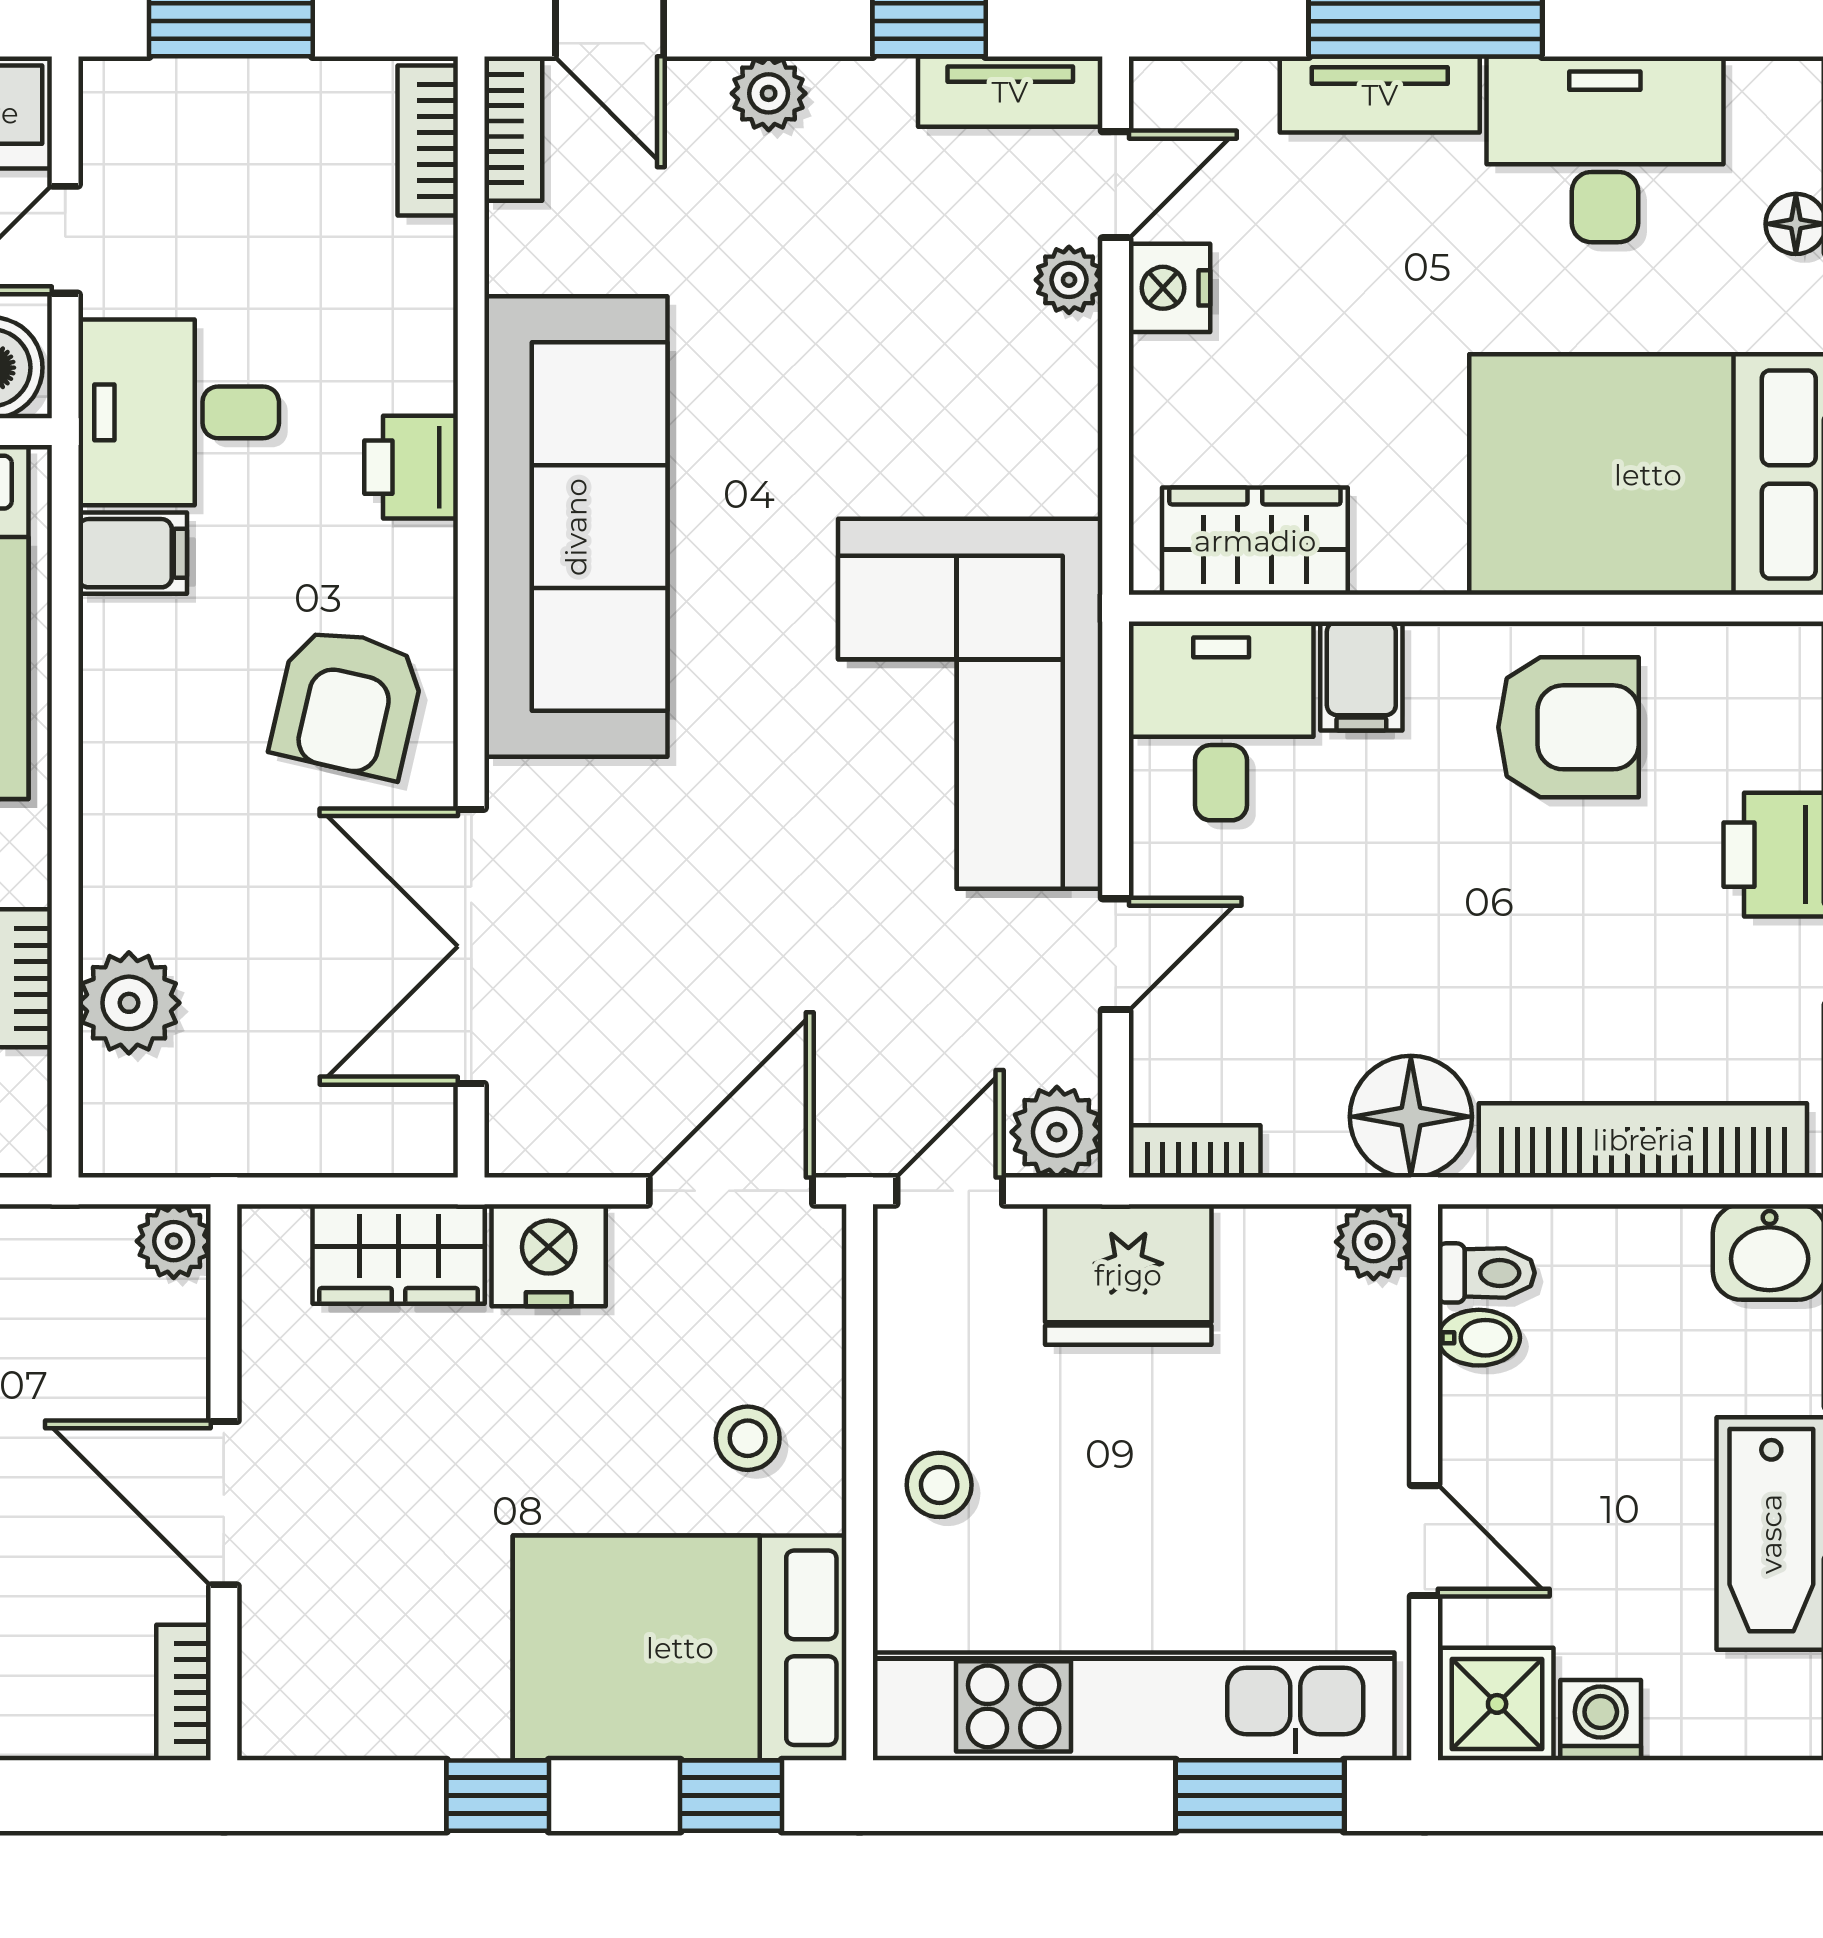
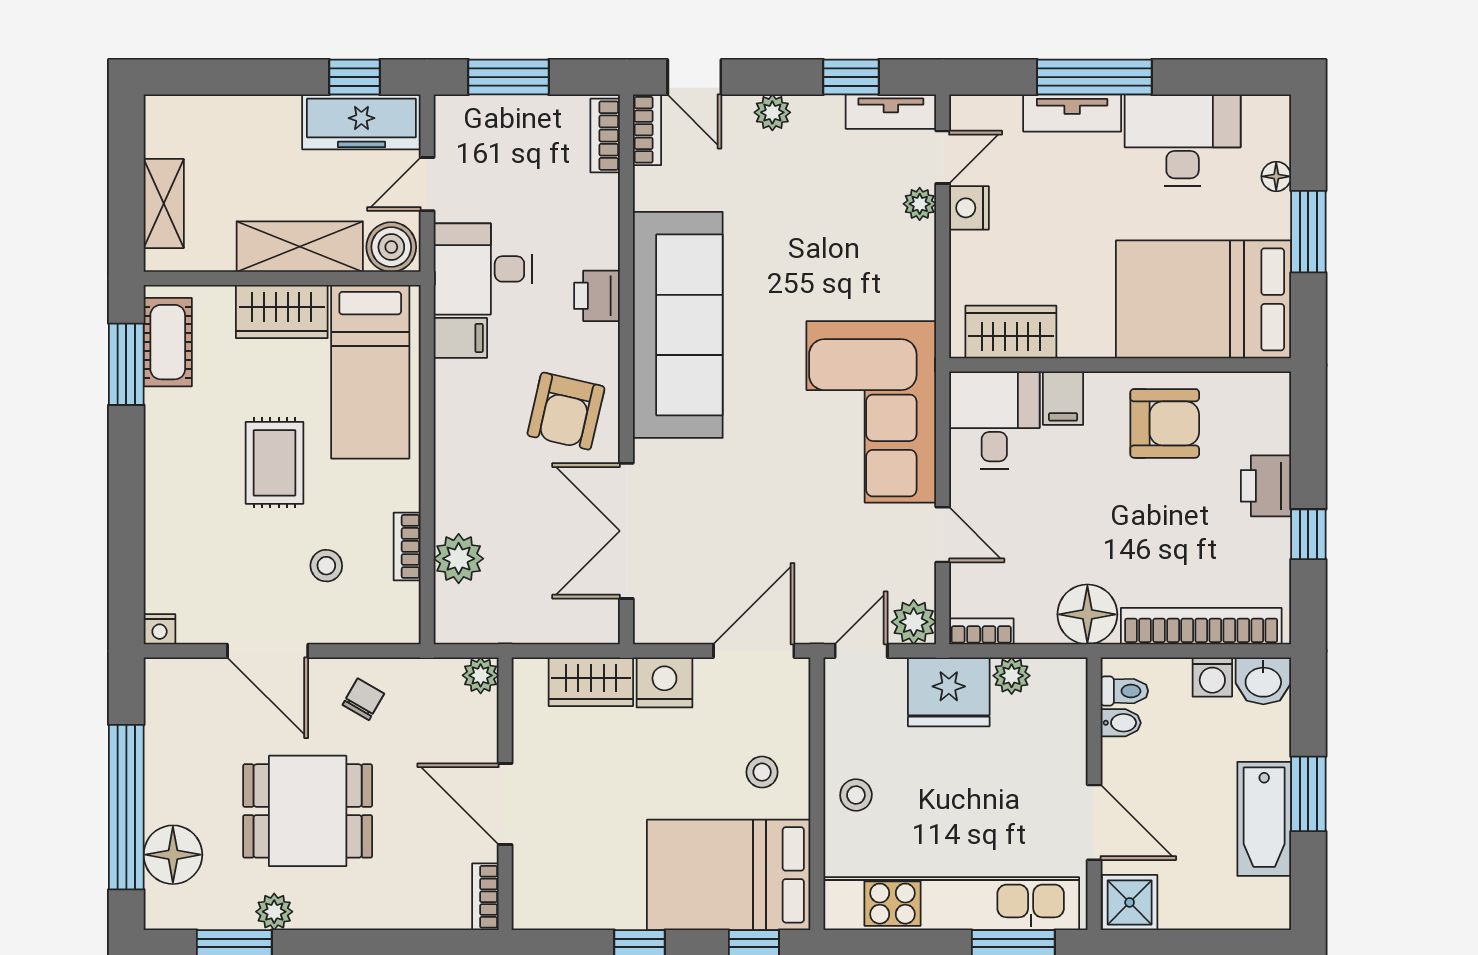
door: (1116, 954) -> (943, 535), hinge flipped
plant: (1374, 1242) -> (1012, 676), moved
door: (1425, 1541) -> (1094, 822), width x1.37
washing machine: (1601, 1720) -> (1212, 677), moved, turned 180

